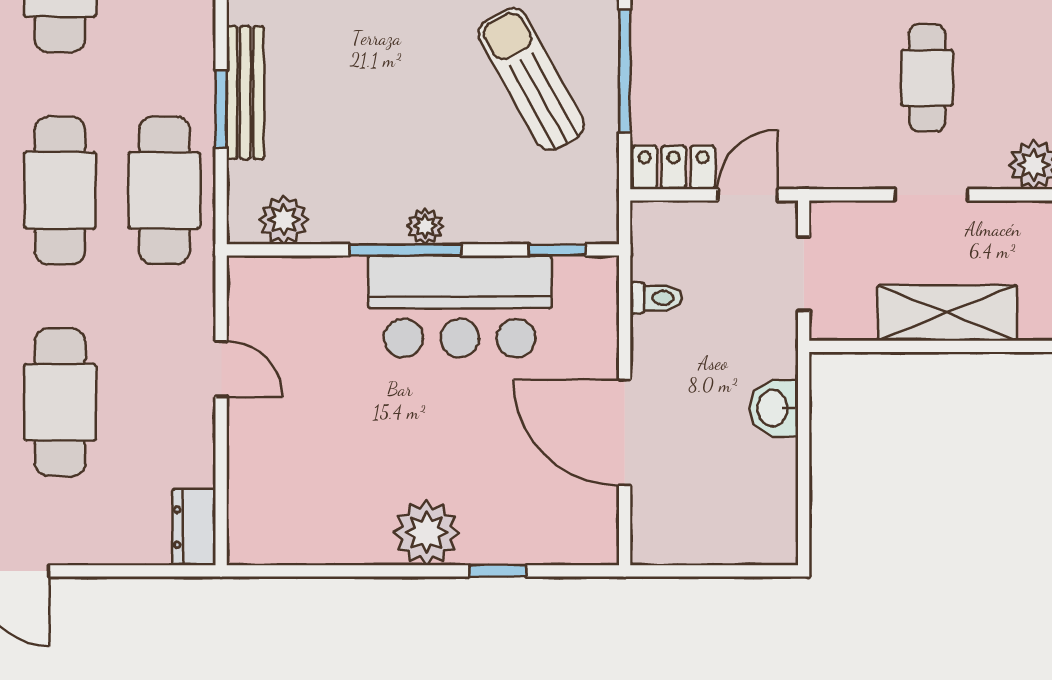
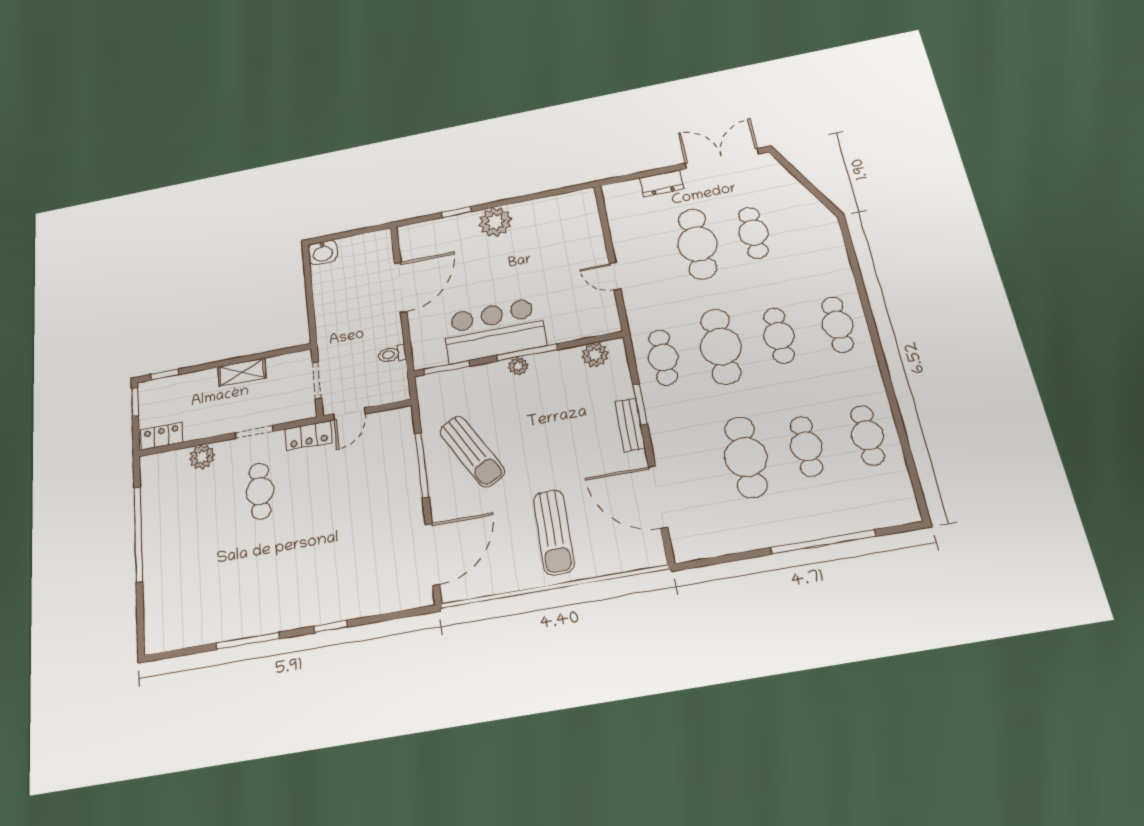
bench: (245, 93) -> (630, 425), width x0.73
locker: (674, 167) -> (309, 436), moved
cafe table: (164, 190) -> (663, 357), width x0.73, depth x0.74
window: (557, 250) -> (446, 368), width x1.50
shelving: (947, 313) -> (242, 372), width x0.67, depth x0.75
washbasin: (774, 408) -> (323, 252), moved, turned 90
door: (625, 433) -> (401, 287), hinge flipped
dresser: (194, 527) -> (662, 183), moved, turned 90

